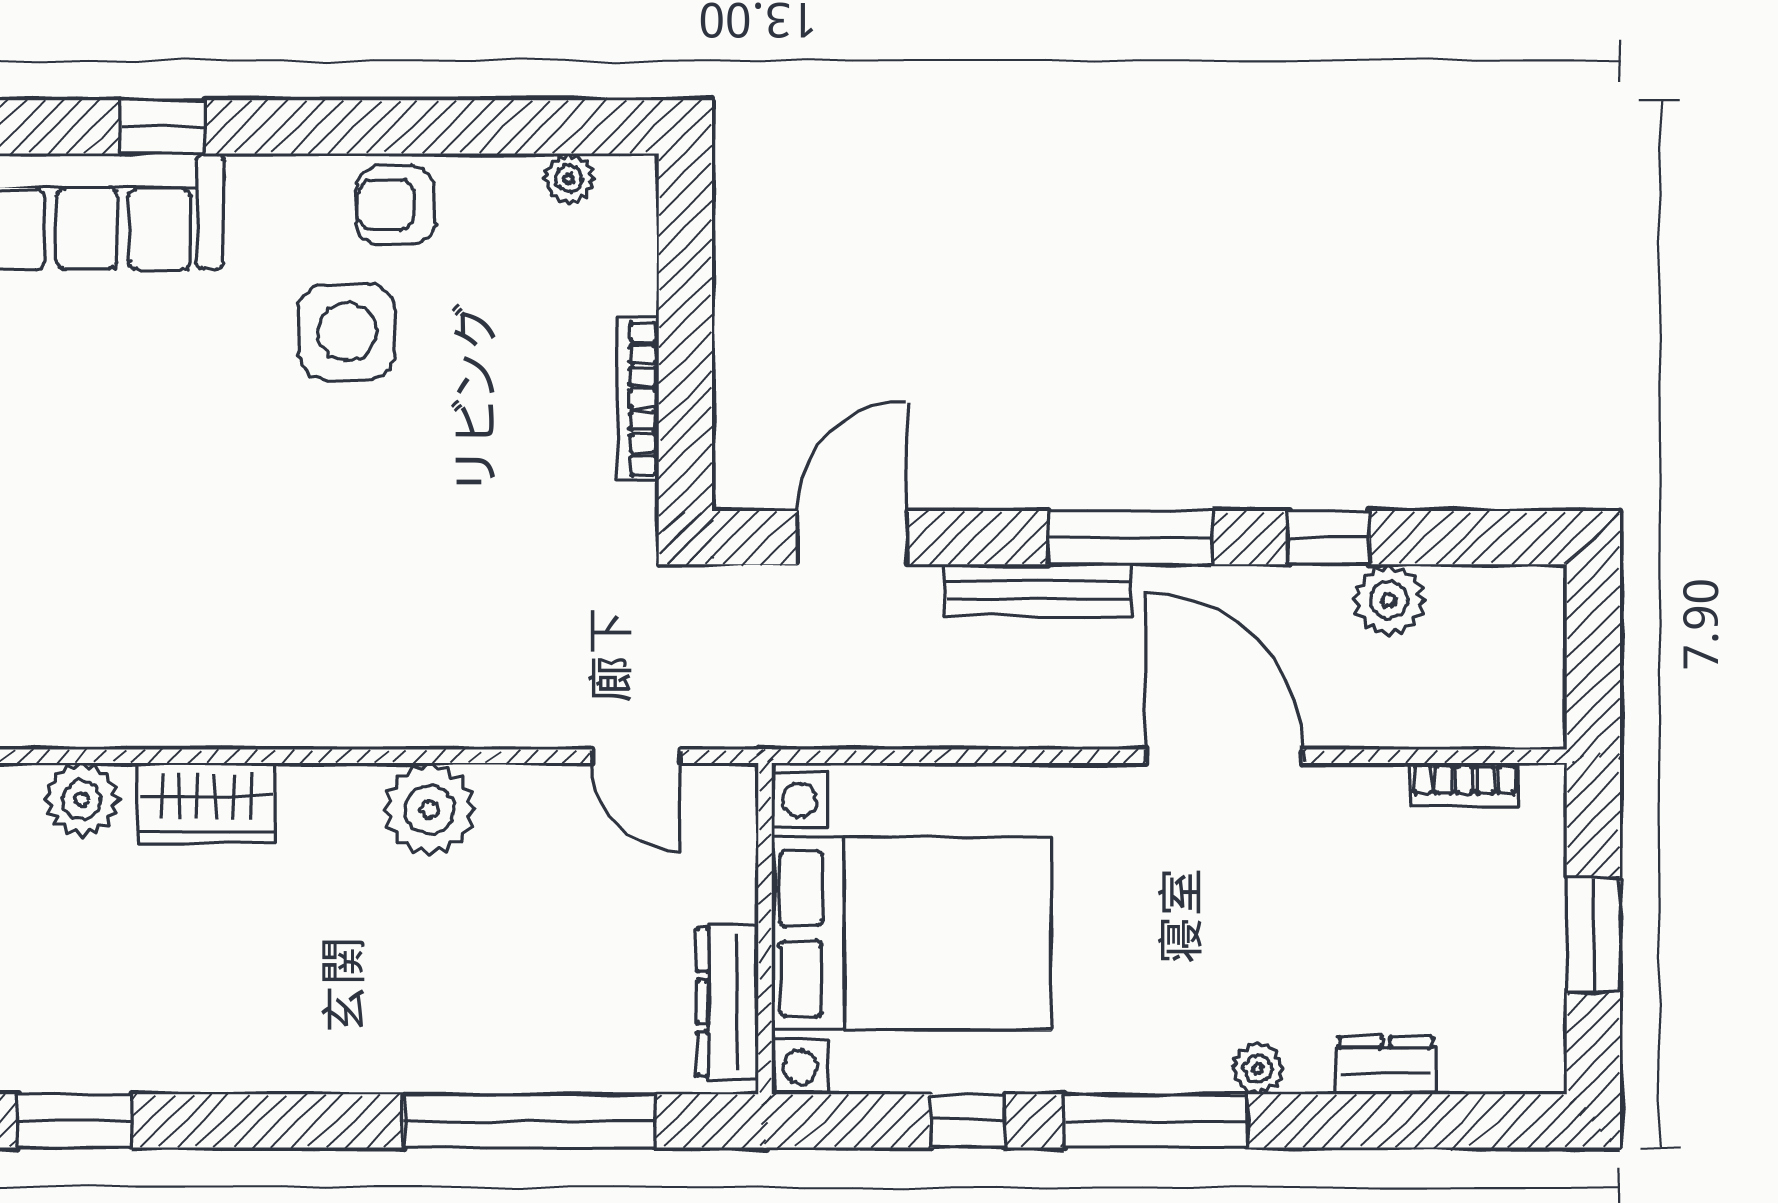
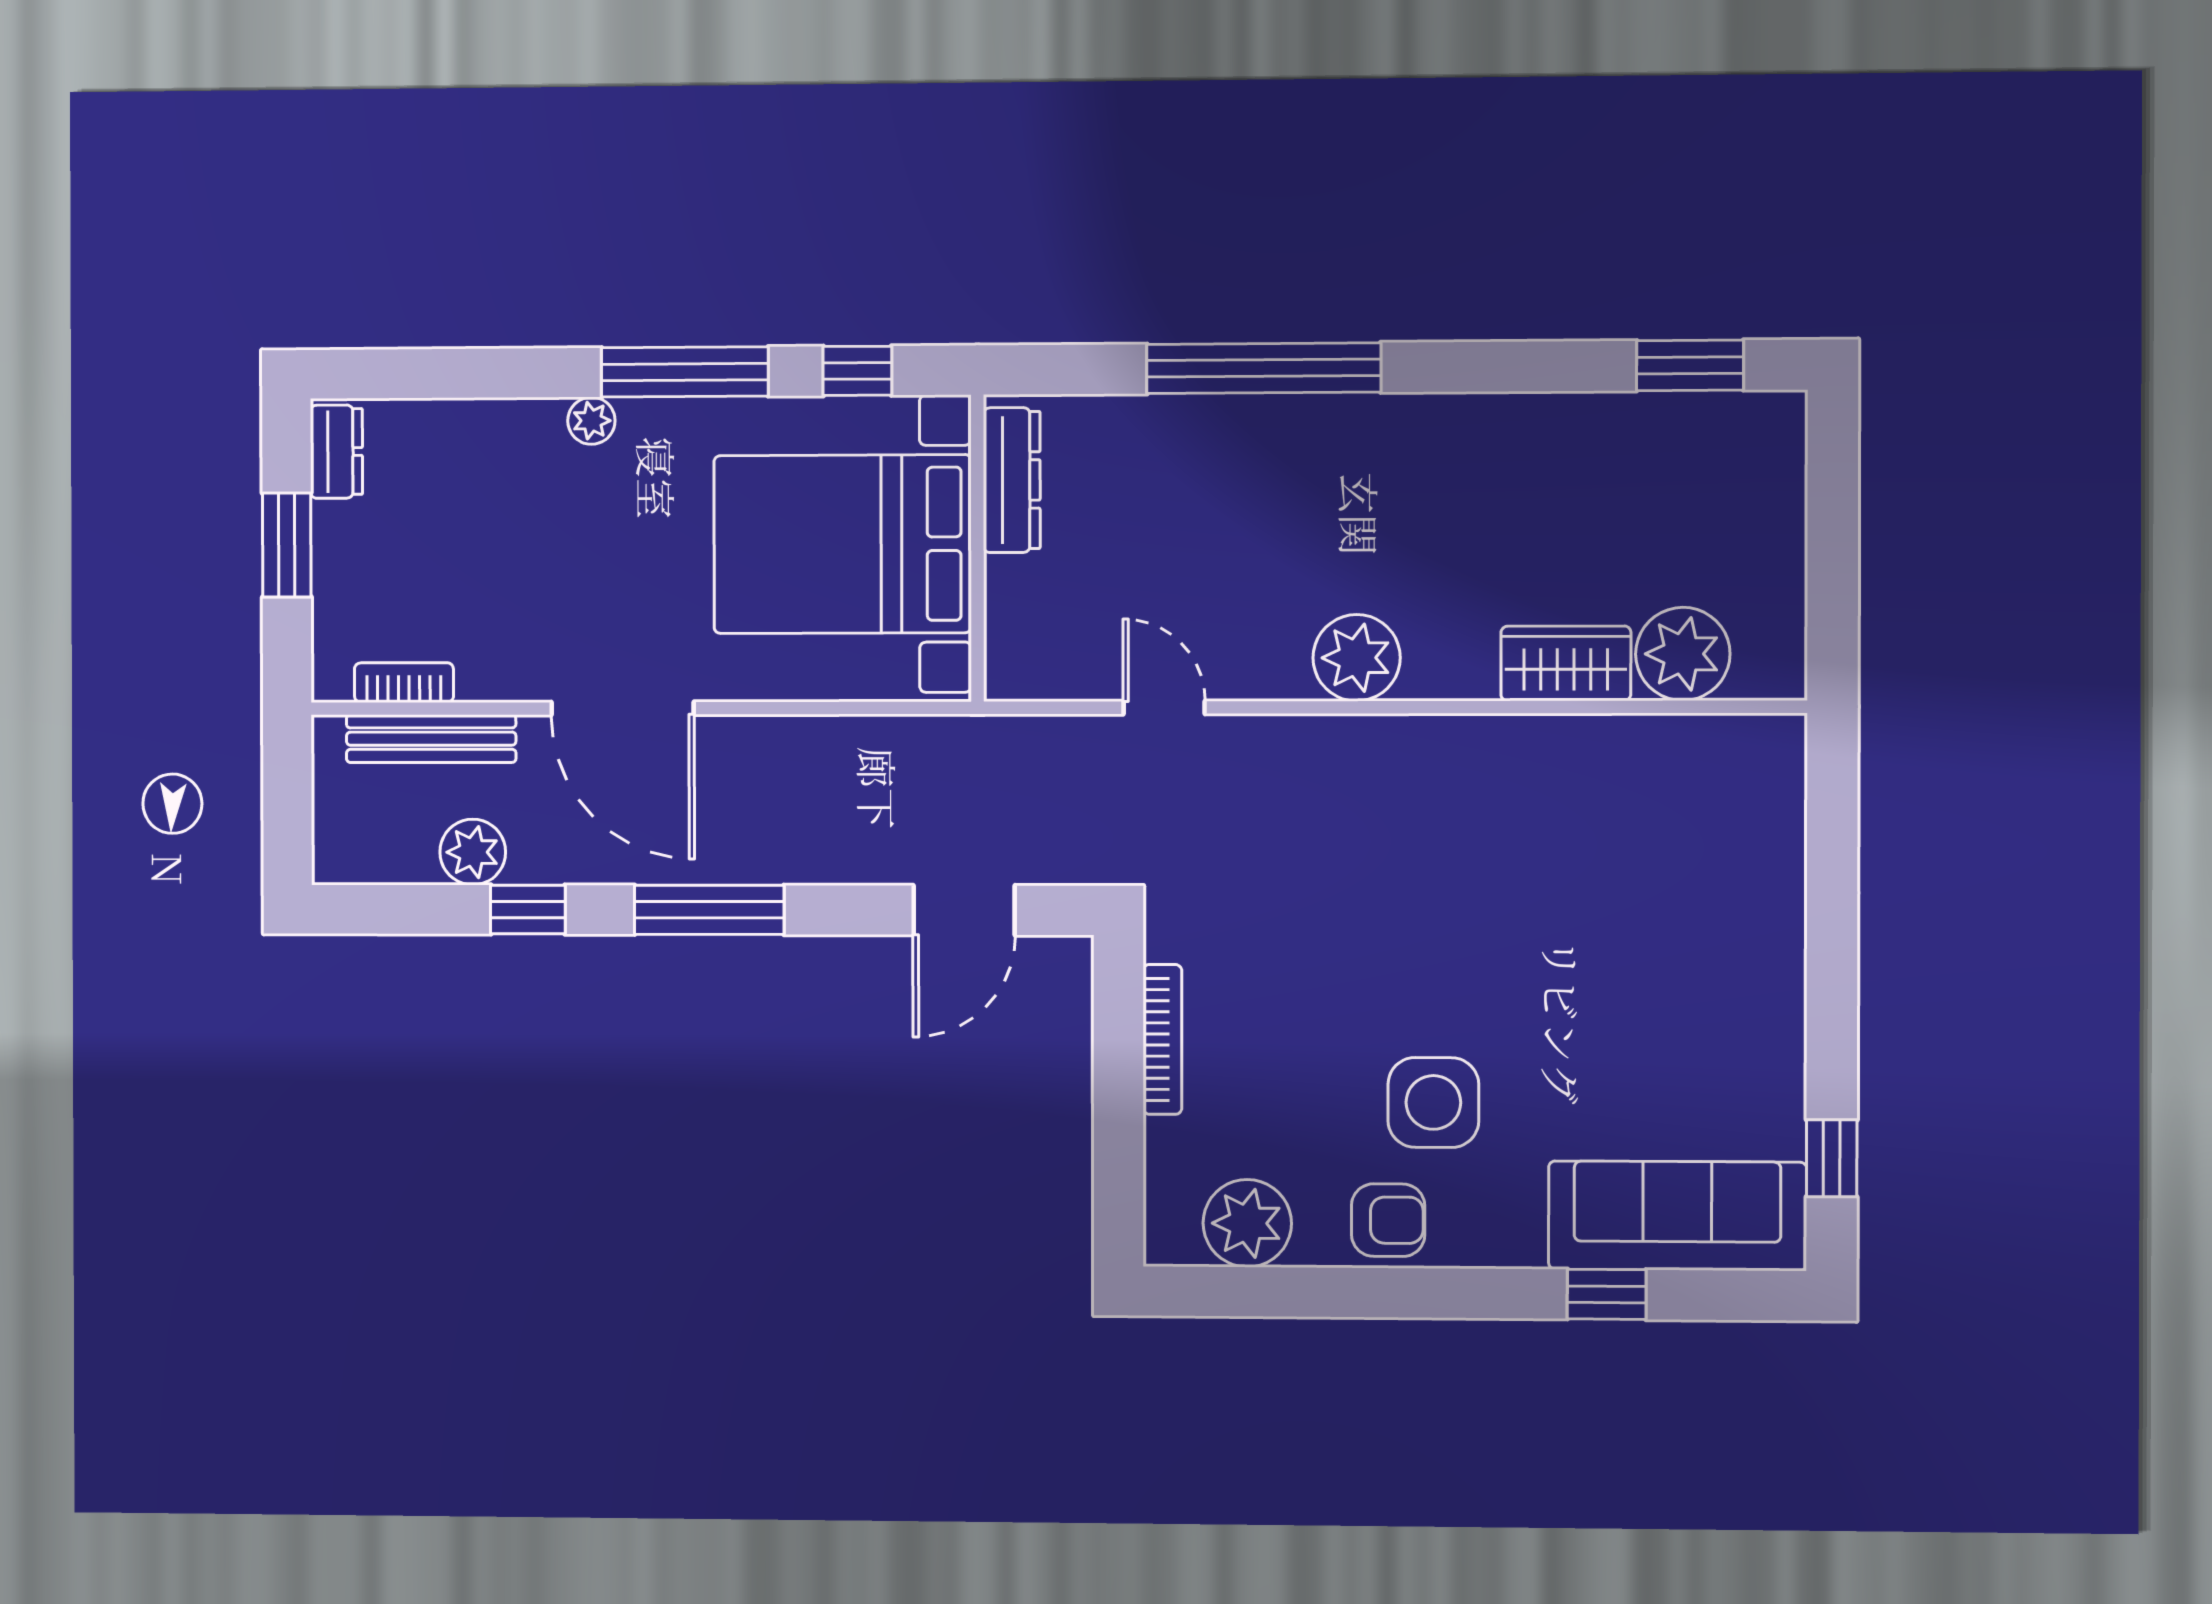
plant: (569, 179) -> (1247, 1223), width x1.88, depth x1.88
bench: (1038, 590) -> (431, 739), moved
plant: (82, 800) -> (1683, 654), width x1.36, depth x1.36
wall: (765, 929) -> (977, 548), moved
bed with nightstands: (911, 934) -> (842, 544), moved
dresser: (728, 1002) -> (1012, 480), moved
dresser: (1386, 1066) -> (336, 452), moved, turned -90

